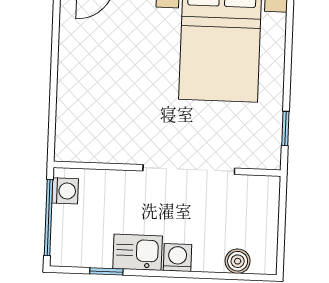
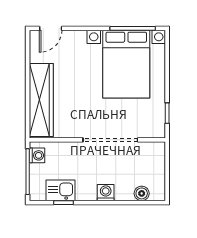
wardrobe: (76, 98) -> (41, 100), added
kitchen sink: (138, 252) -> (60, 190), moved

